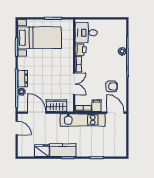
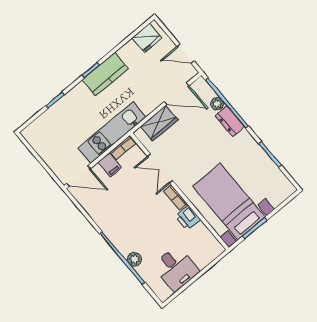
desk: (86, 33) -> (176, 269), moved, turned 90
bed with nightstands: (39, 38) -> (229, 202), moved, turned 90
armchair: (112, 86) -> (111, 205), removed
fridge: (42, 151) -> (147, 38), moved

